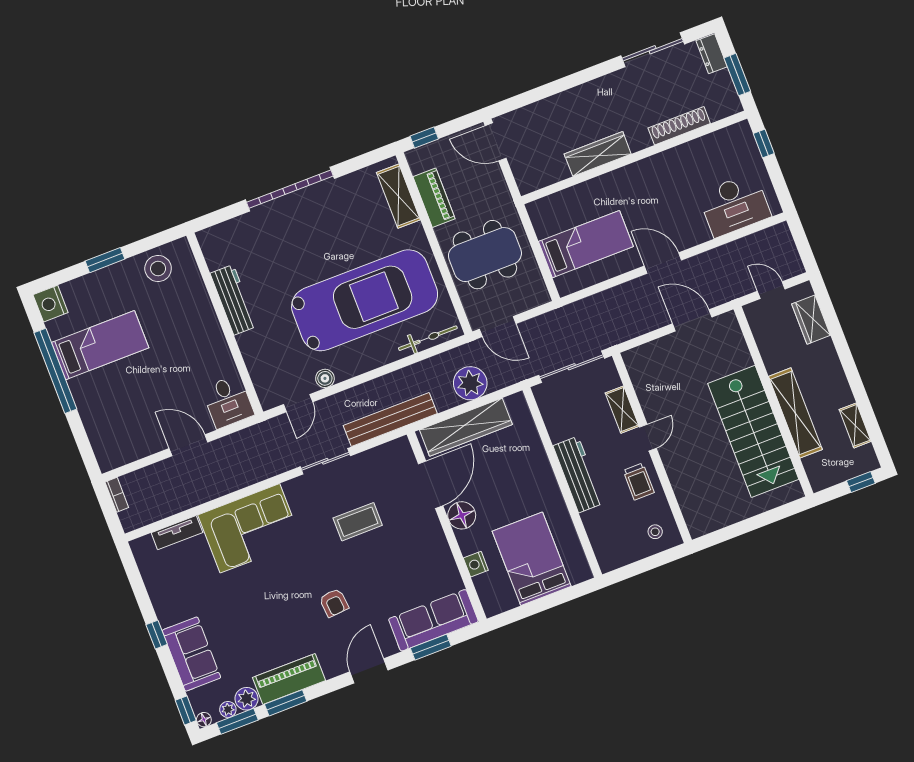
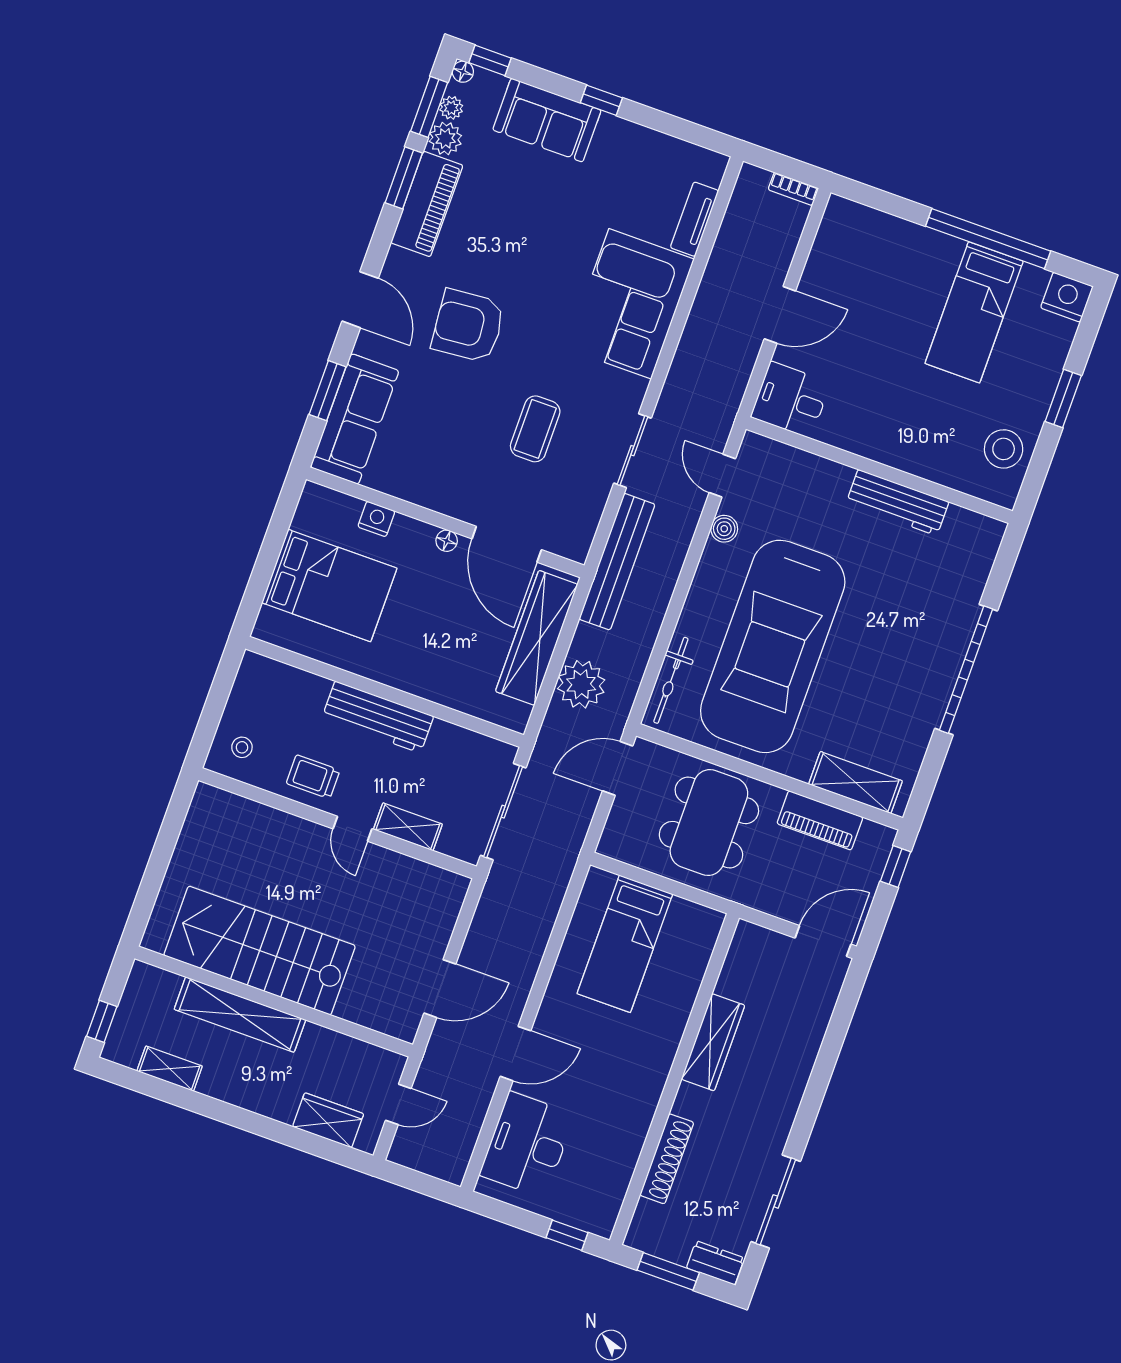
door: (663, 263) -> (515, 1054), moved
floor lamp: (462, 515) -> (447, 541), width x0.53, depth x0.53
armchair: (334, 603) -> (468, 326), width x1.88, depth x1.88

